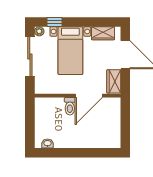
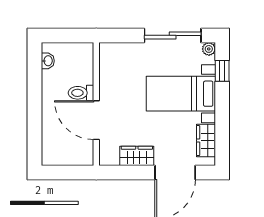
wall: (78, 96) -> (96, 104), moved
door: (89, 96) -> (96, 120), moved
toilet: (70, 106) -> (81, 93), moved

